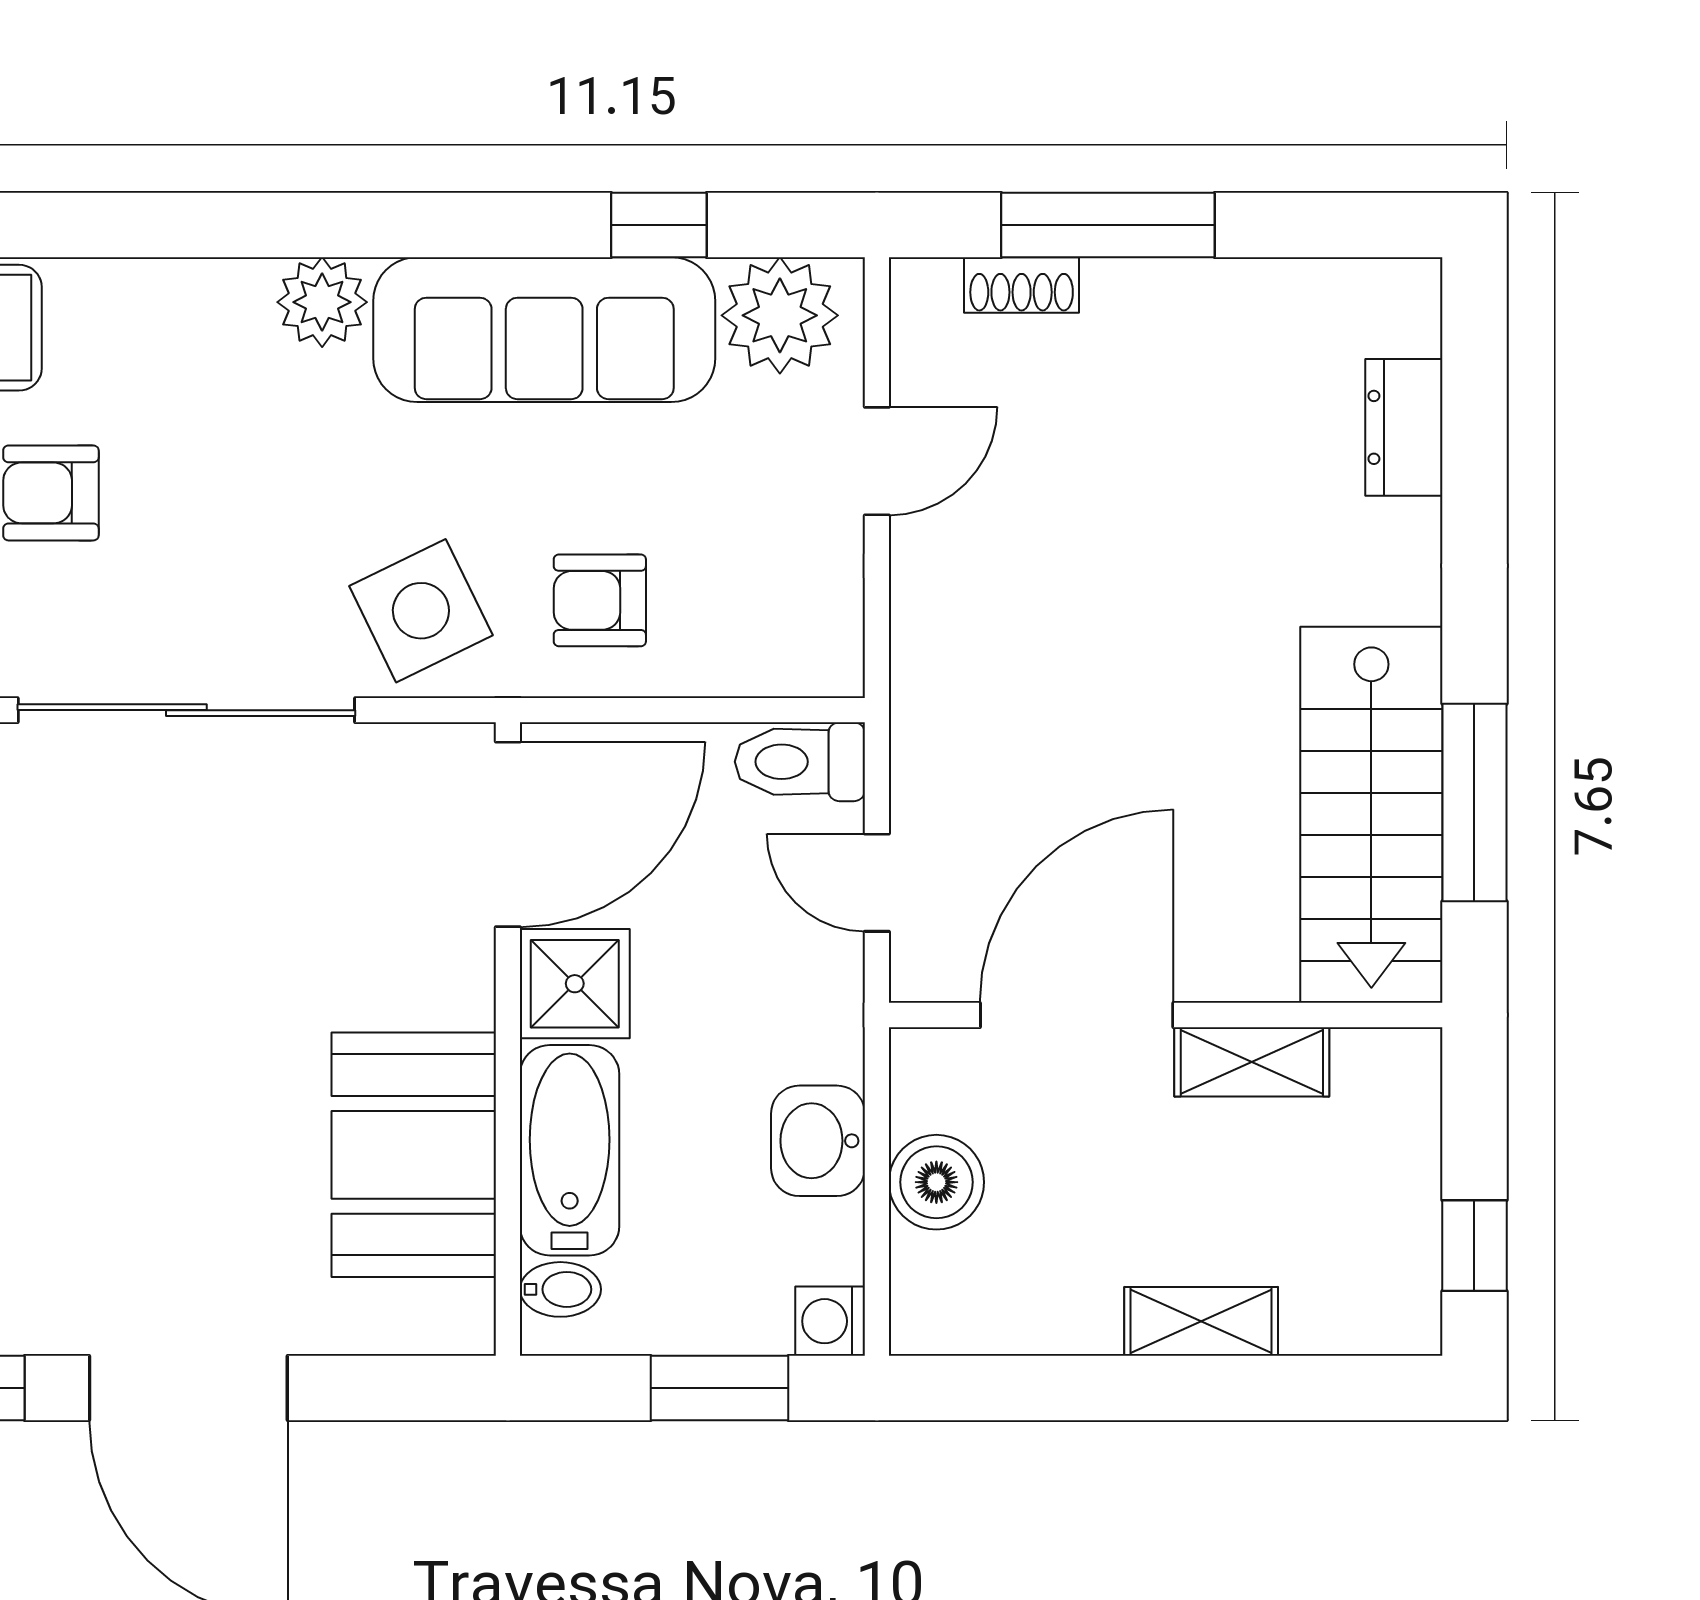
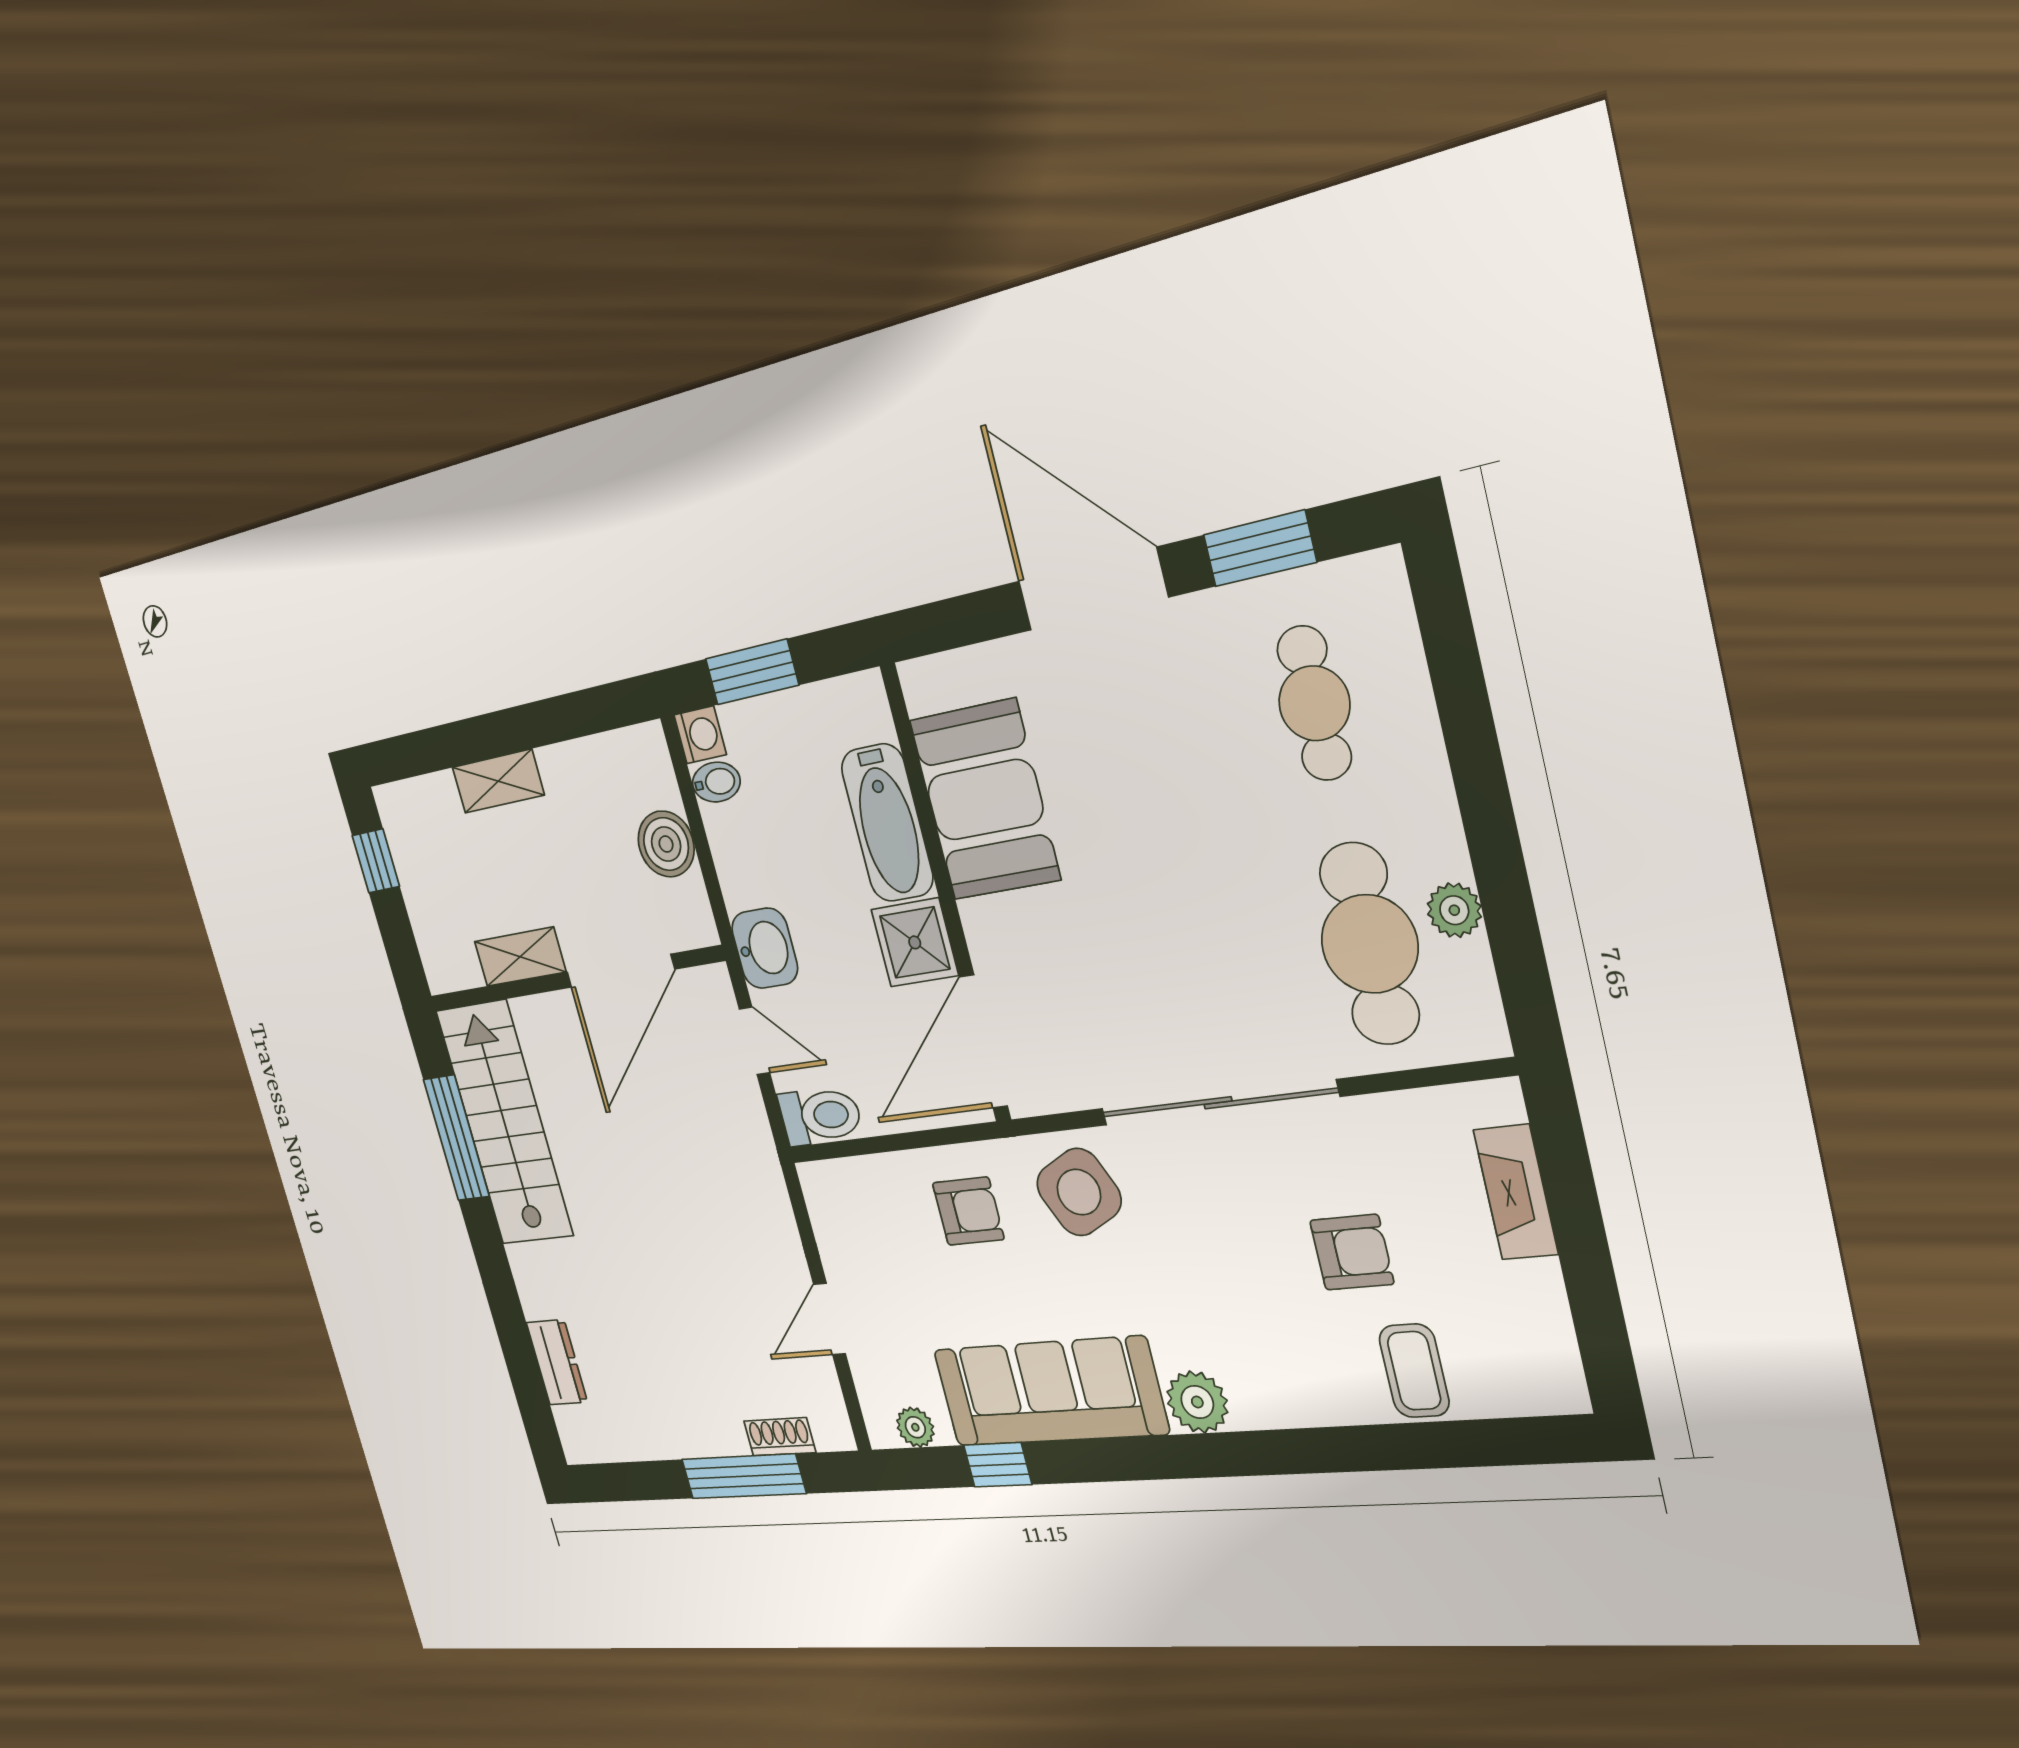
plant: (780, 315) -> (915, 1427), width x0.53, depth x0.53
washbasin: (818, 1141) -> (765, 948), moved
bidet: (560, 1289) -> (716, 782), moved, turned 180

